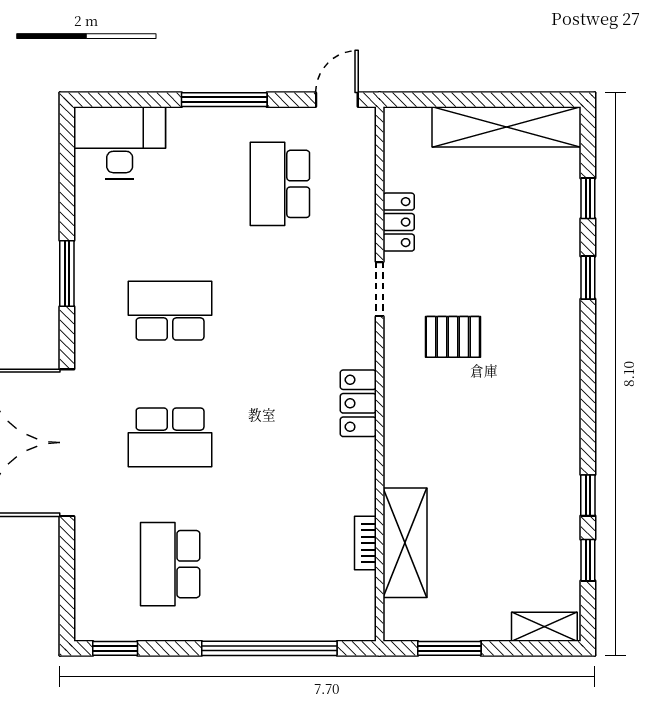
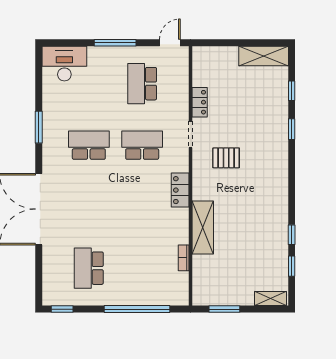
shelving: (507, 127) -> (264, 56), width x0.68
school desk: (170, 437) -> (142, 145), moved, turned 180
shelving: (405, 543) -> (203, 227), moved

